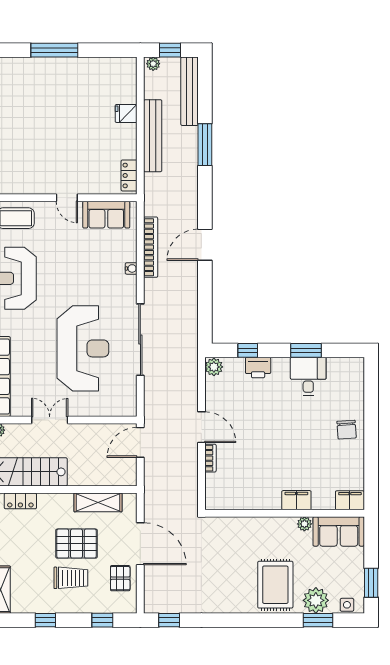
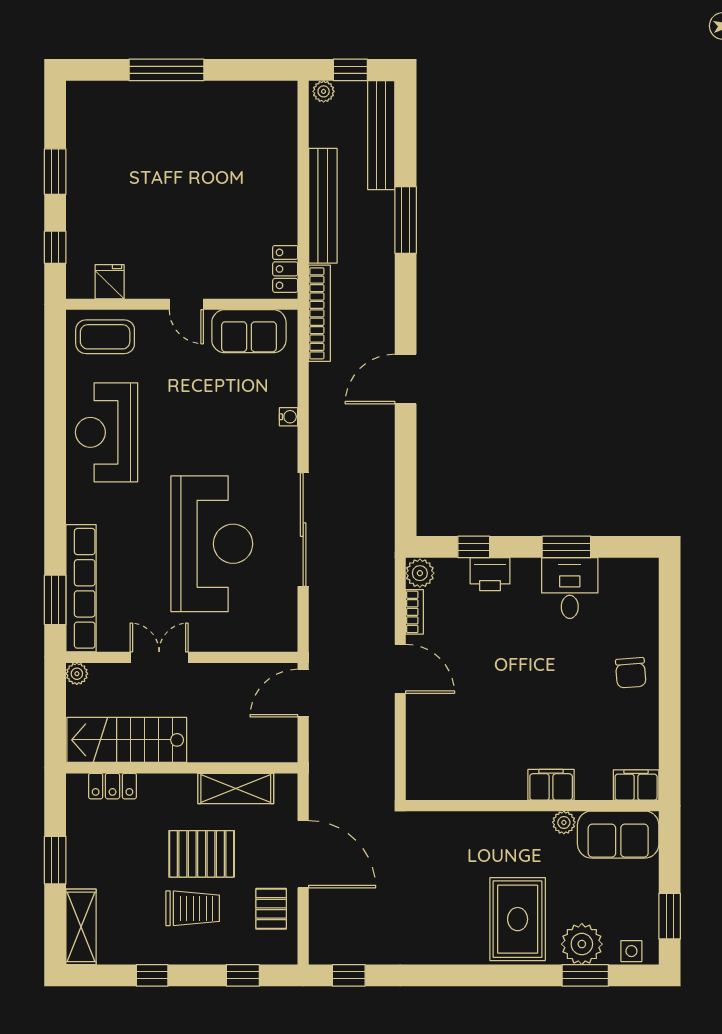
fridge: (126, 113) -> (110, 282), moved, turned 90
bookcase: (151, 247) -> (319, 313), moved
bookcase: (210, 458) -> (414, 612), moved

